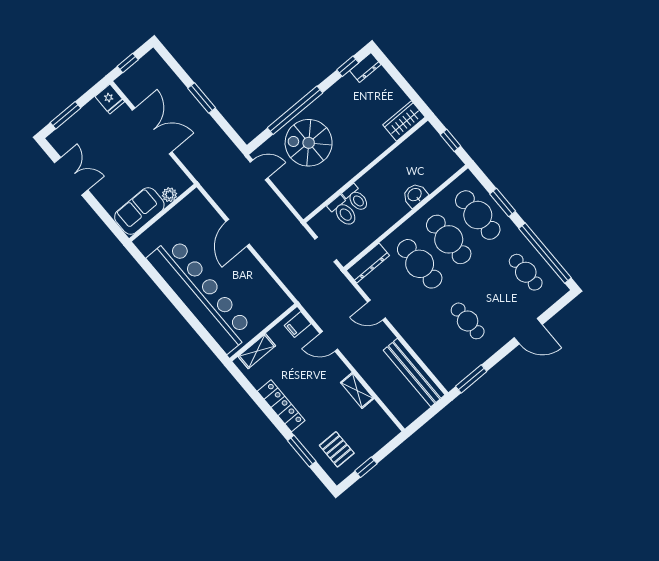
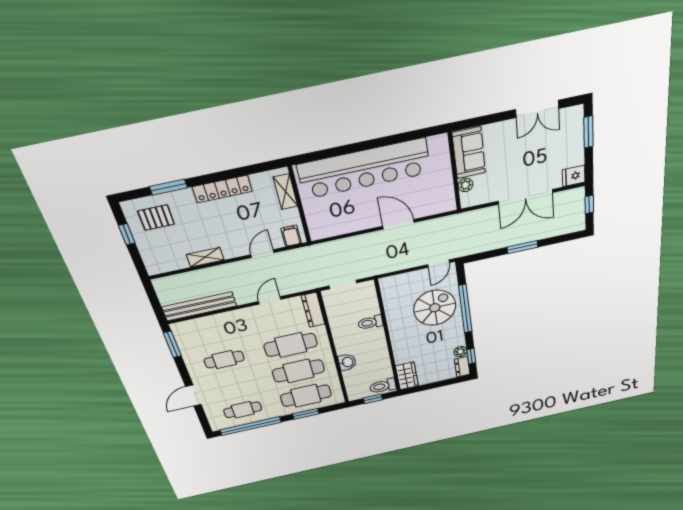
plant: (347, 82) -> (460, 352), added
toilet: (343, 211) -> (383, 386), moved

